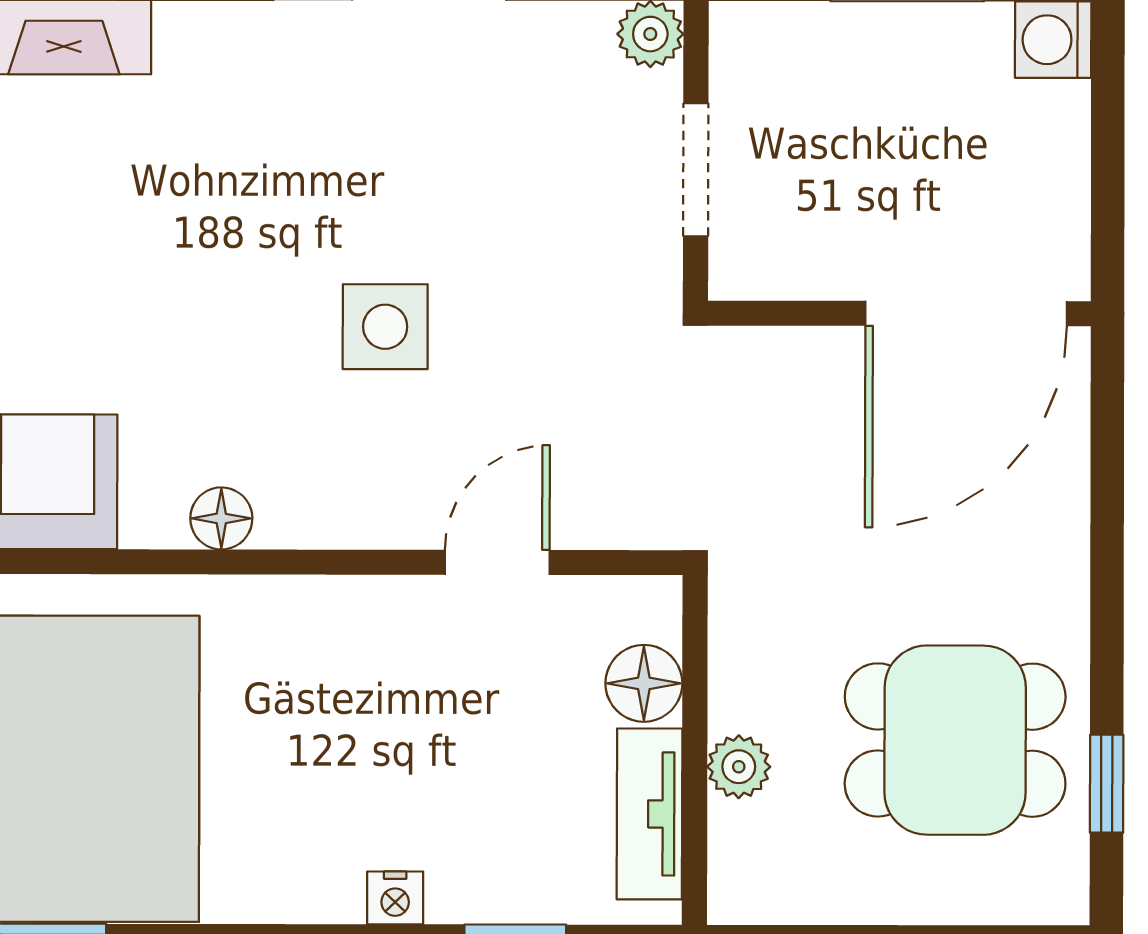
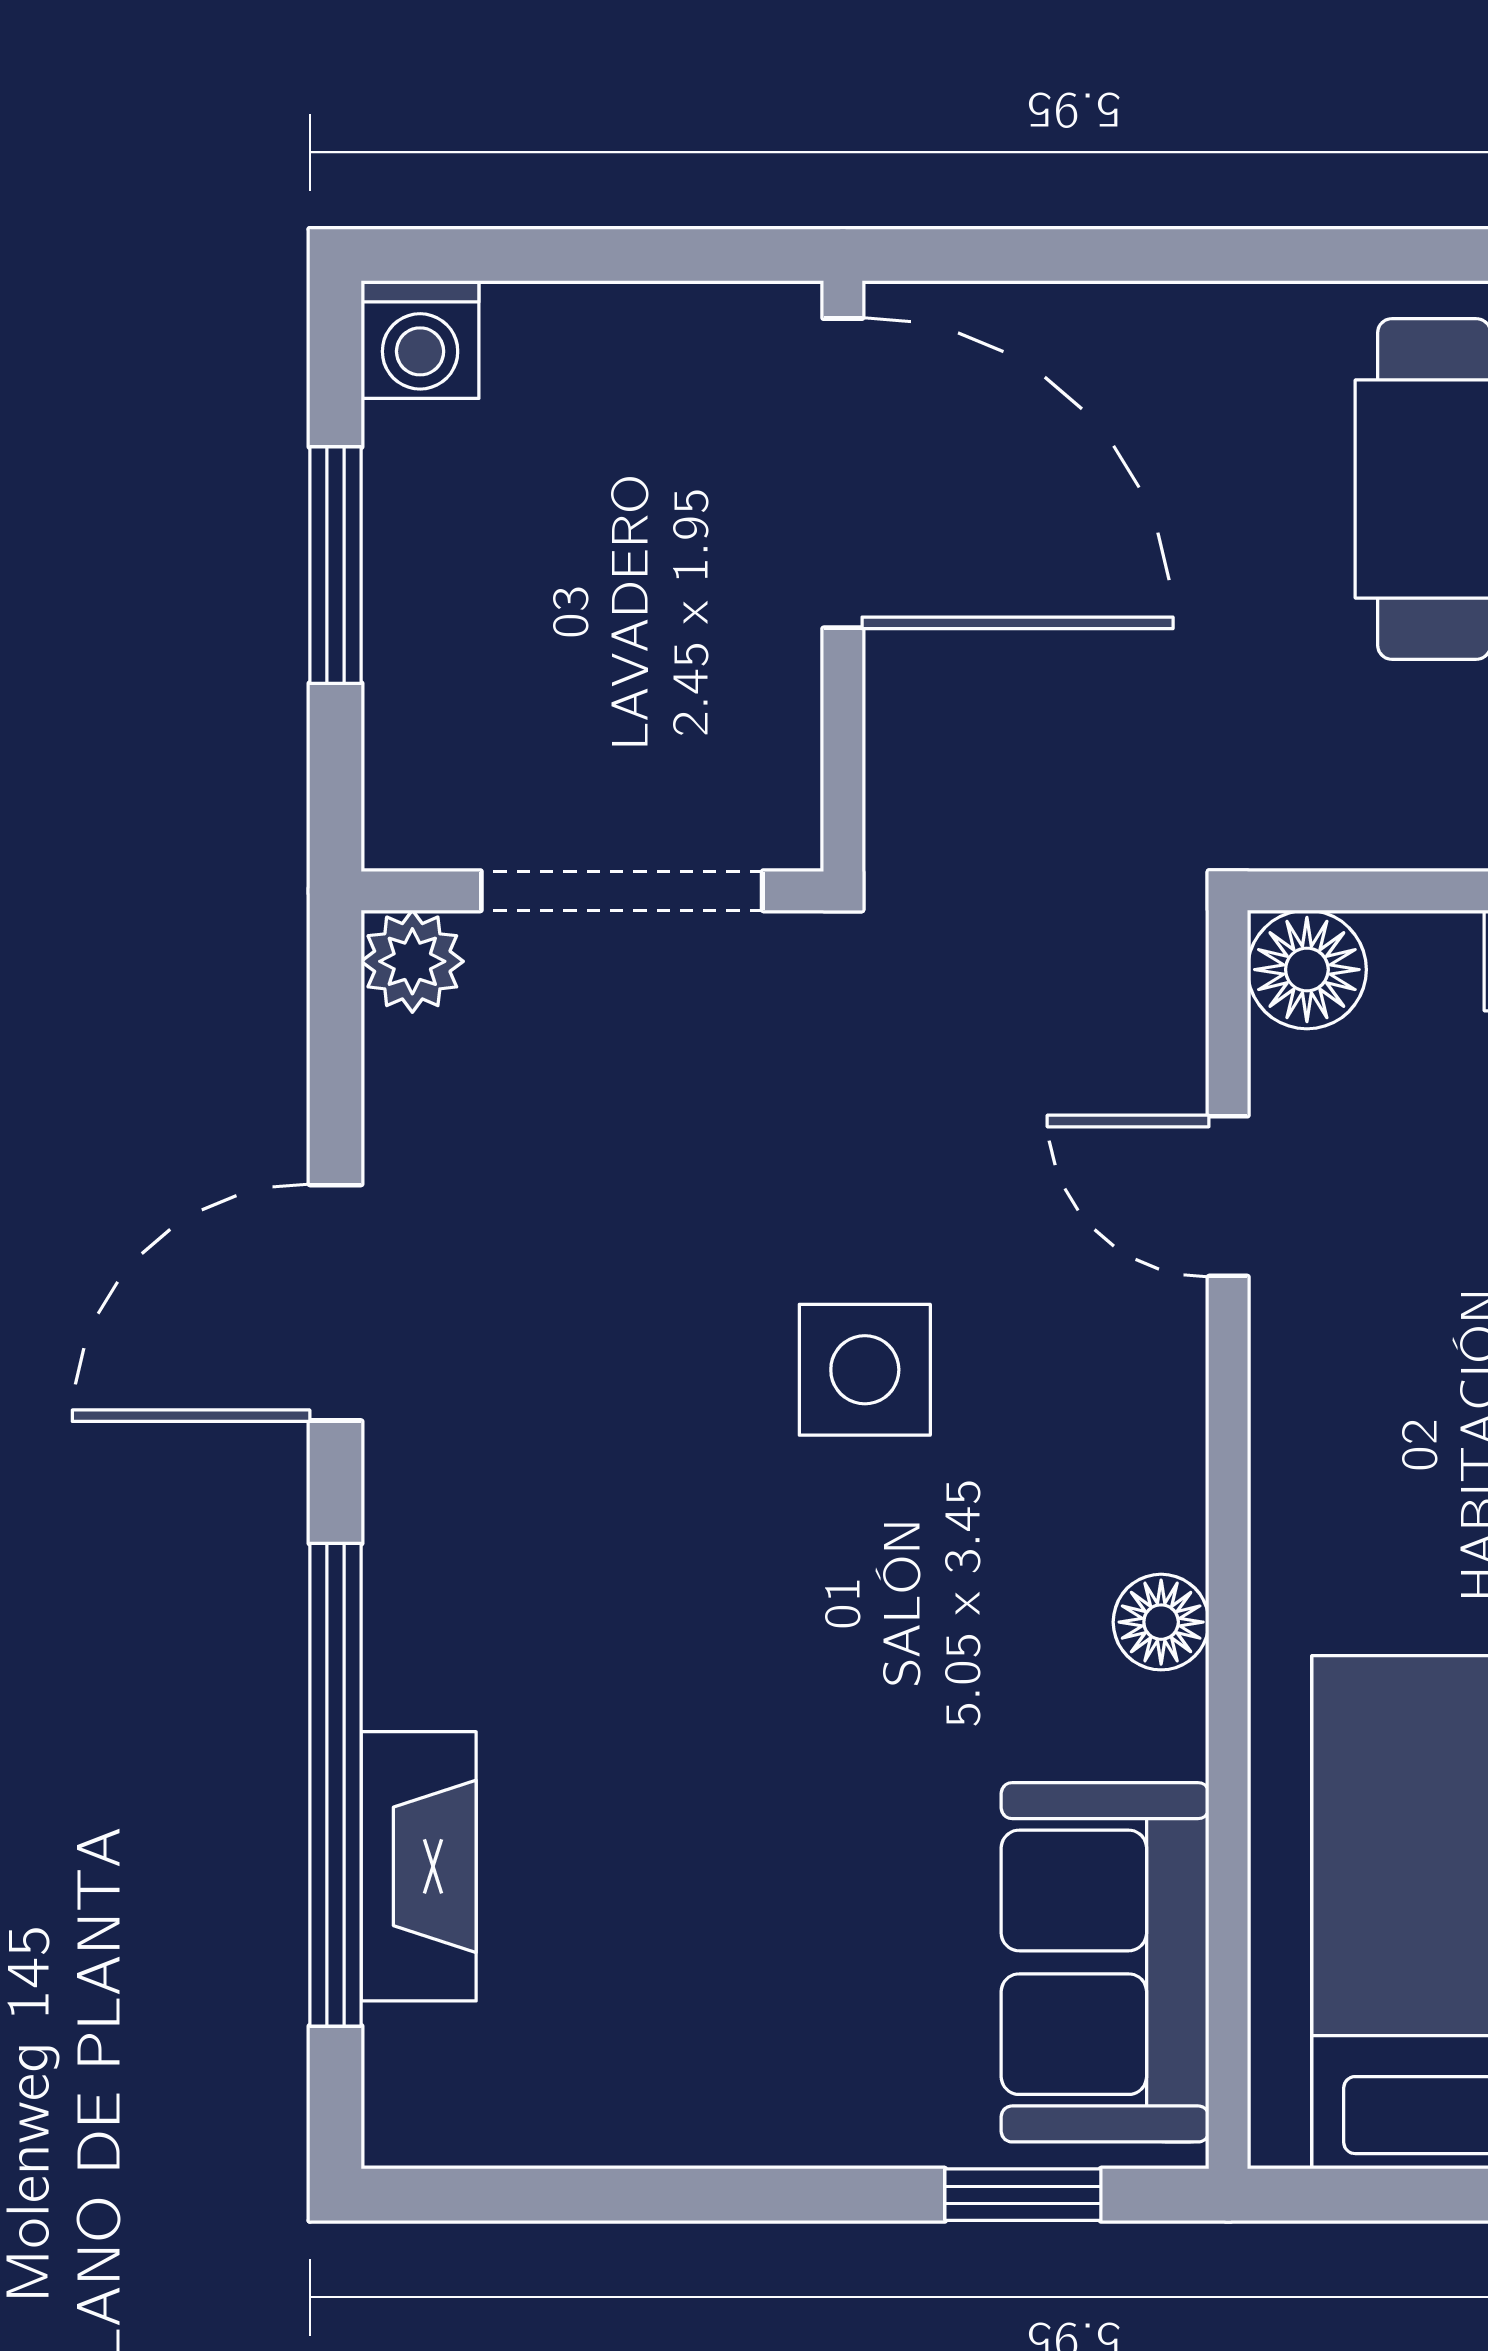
doorway: (696, 170) -> (622, 891), width x1.38
floor lamp: (644, 683) -> (1307, 970), moved

